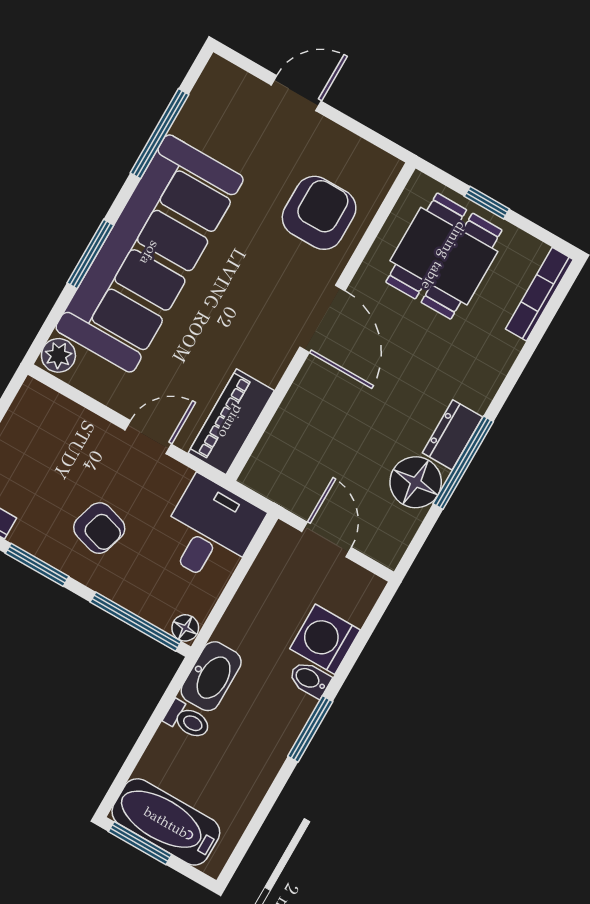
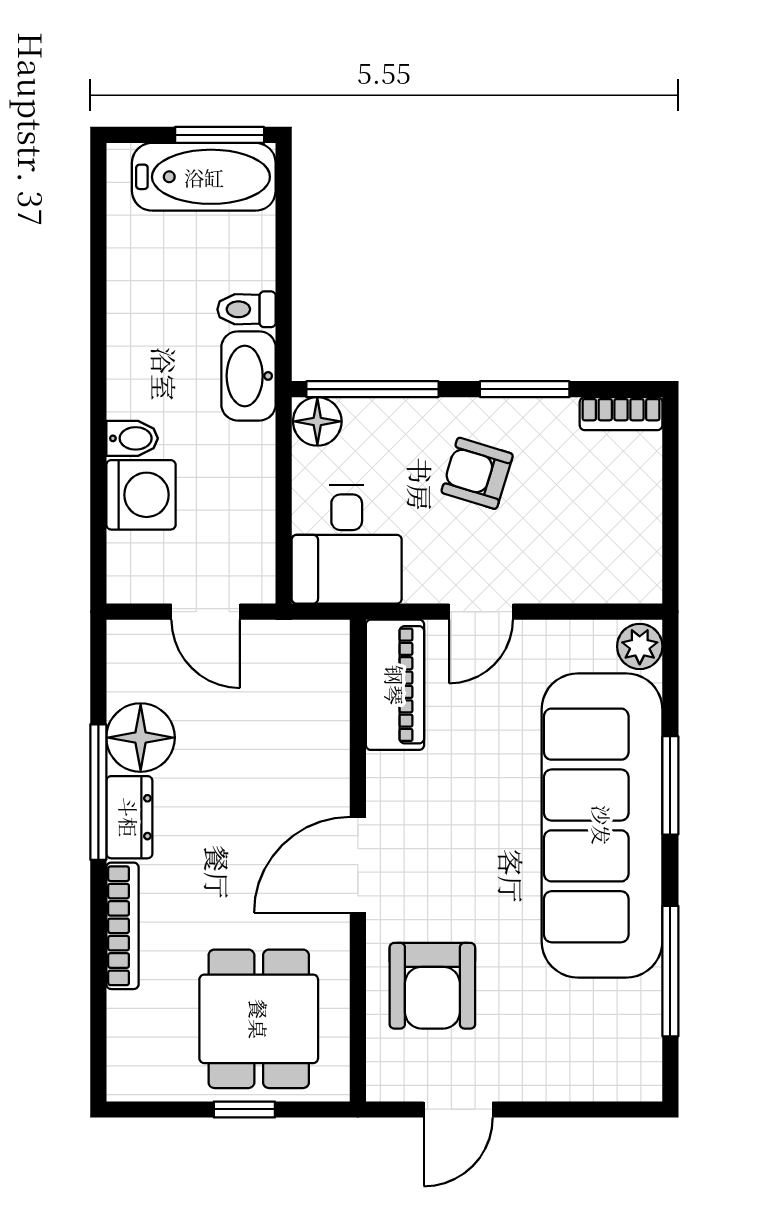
door: (296, 93) -> (458, 1109), moved
bookcase: (539, 294) -> (122, 926), moved
door: (322, 319) -> (358, 865), hinge flipped
floor lamp: (185, 628) -> (317, 421), width x1.37, depth x1.37
window: (310, 729) -> (98, 381), removed

